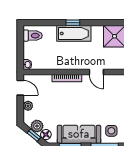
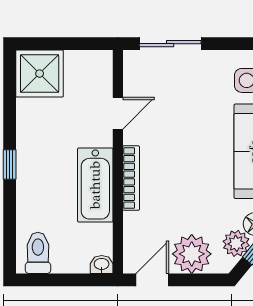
bathtub: (74, 33) -> (95, 185), moved, turned 180
plant: (28, 106) -> (192, 254), width x1.87, depth x1.87

